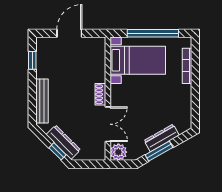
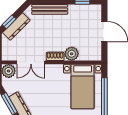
plant: (97, 74) -> (72, 54), added

